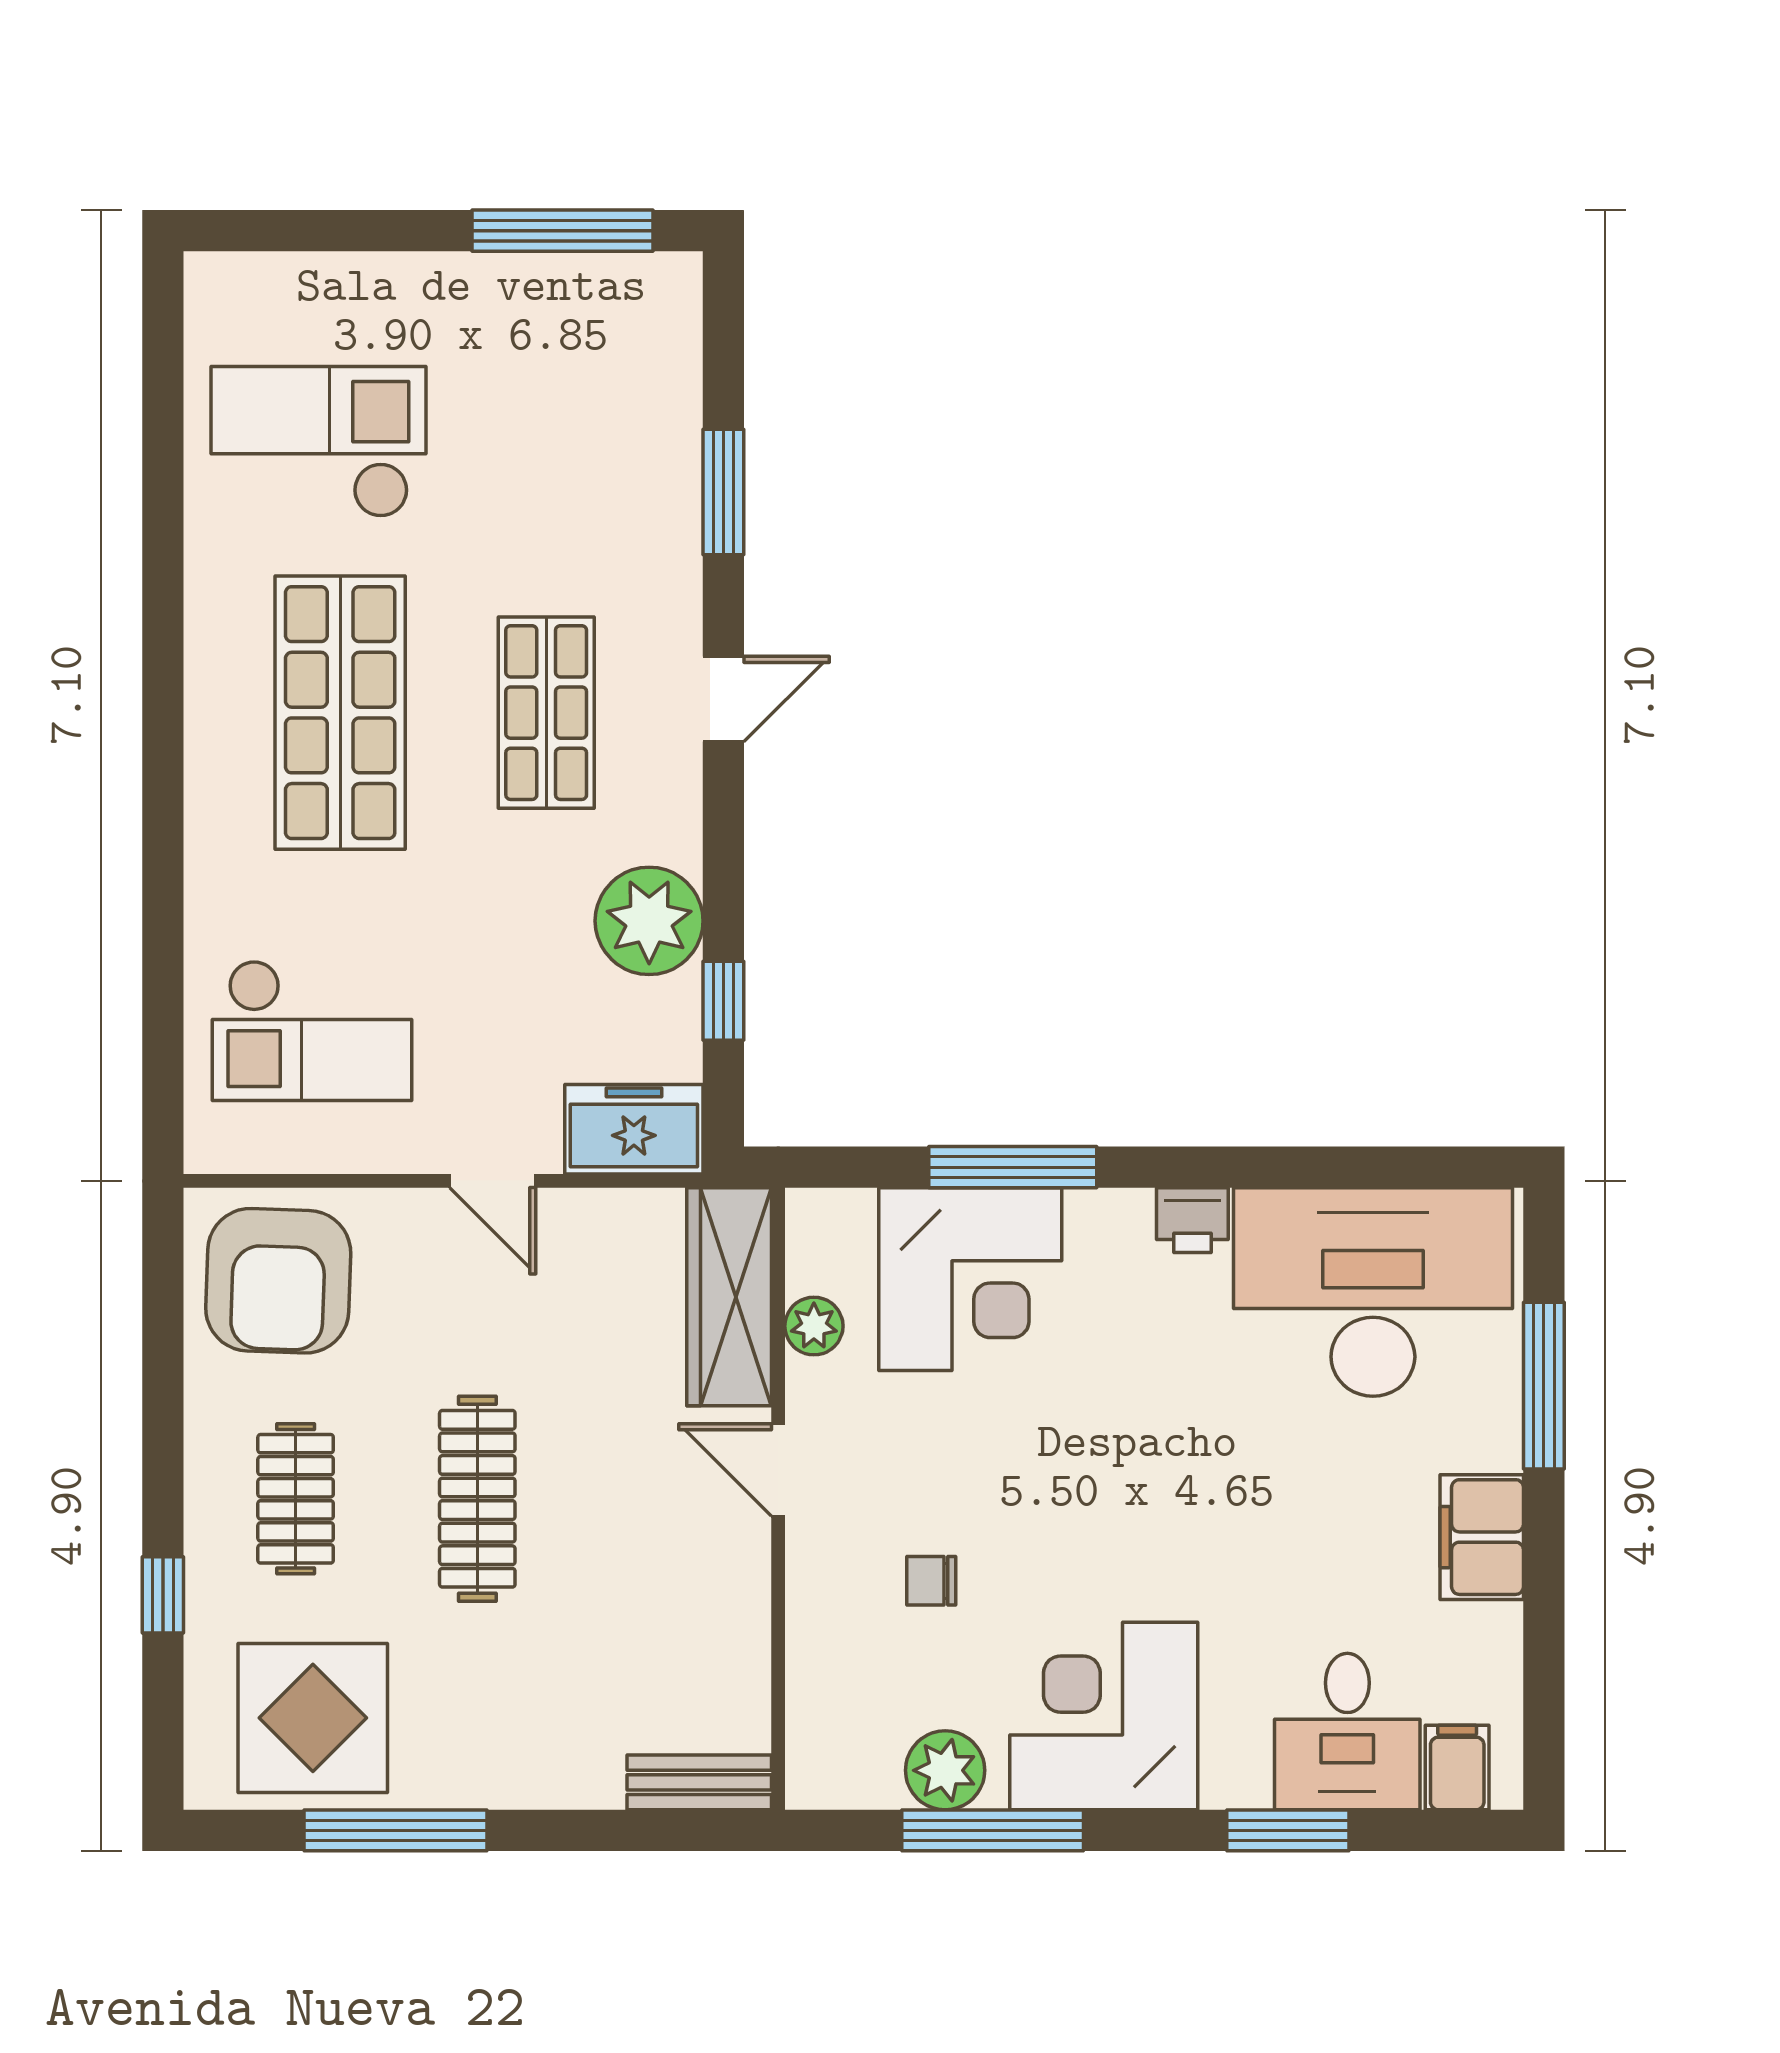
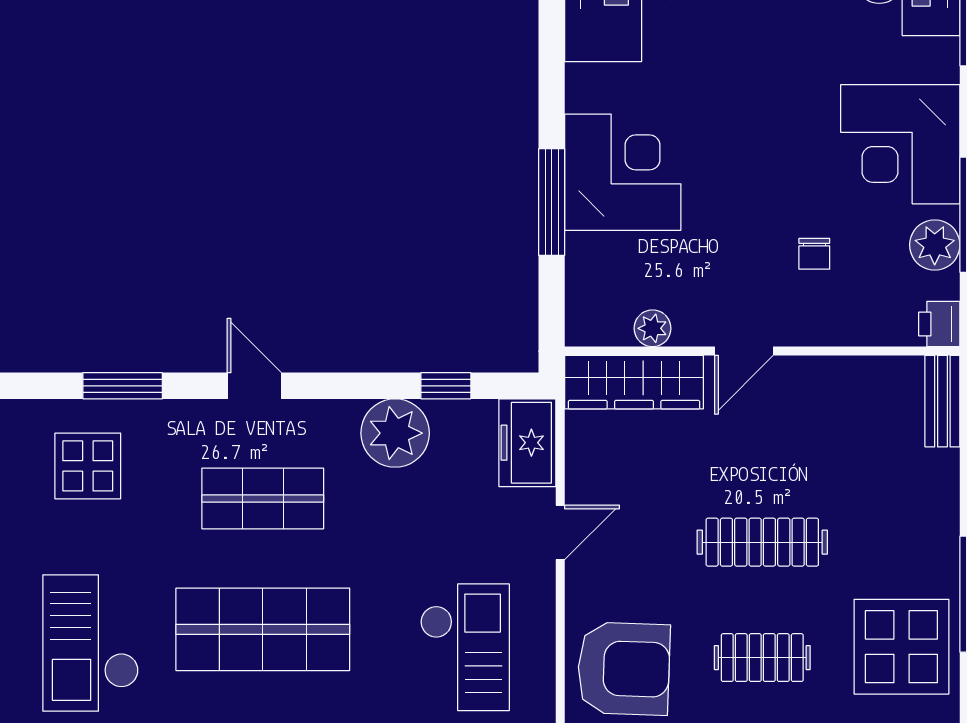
display table: (597, 437) -> (88, 466), added
printer: (1192, 1220) -> (939, 324), moved, turned 180
corner desk: (970, 1279) -> (623, 172), moved

